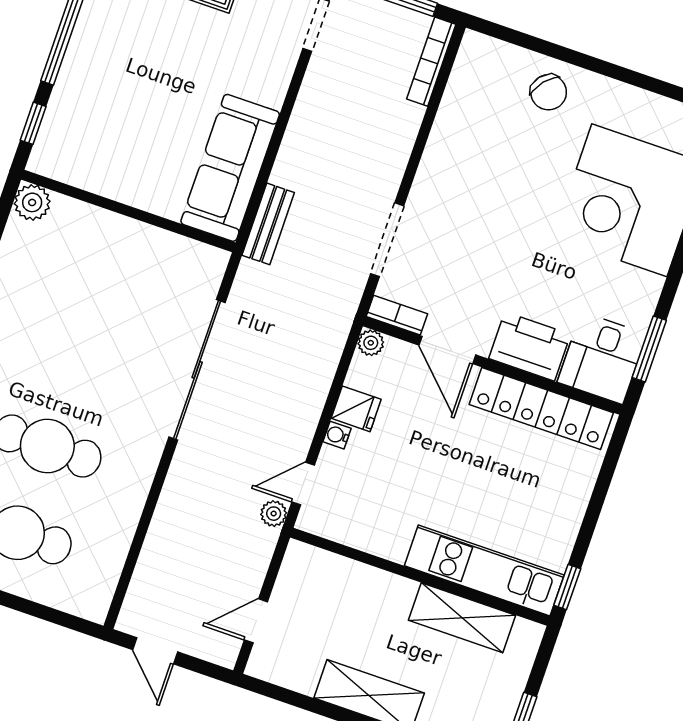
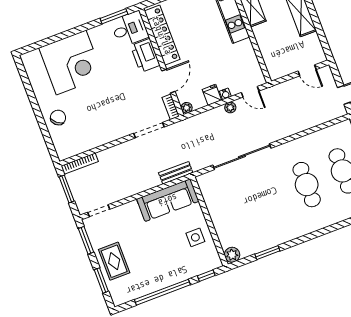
side table: (120, 162) -> (195, 237), added
plant: (274, 514) -> (230, 108), moved

